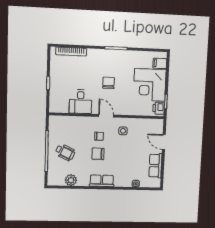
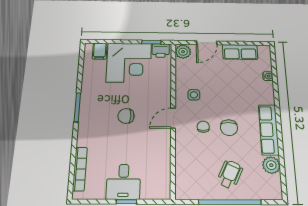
desk: (81, 102) -> (123, 182), moved, turned 90
plant: (157, 124) -> (183, 52), added
row of seats: (102, 181) -> (269, 130), width x1.48

